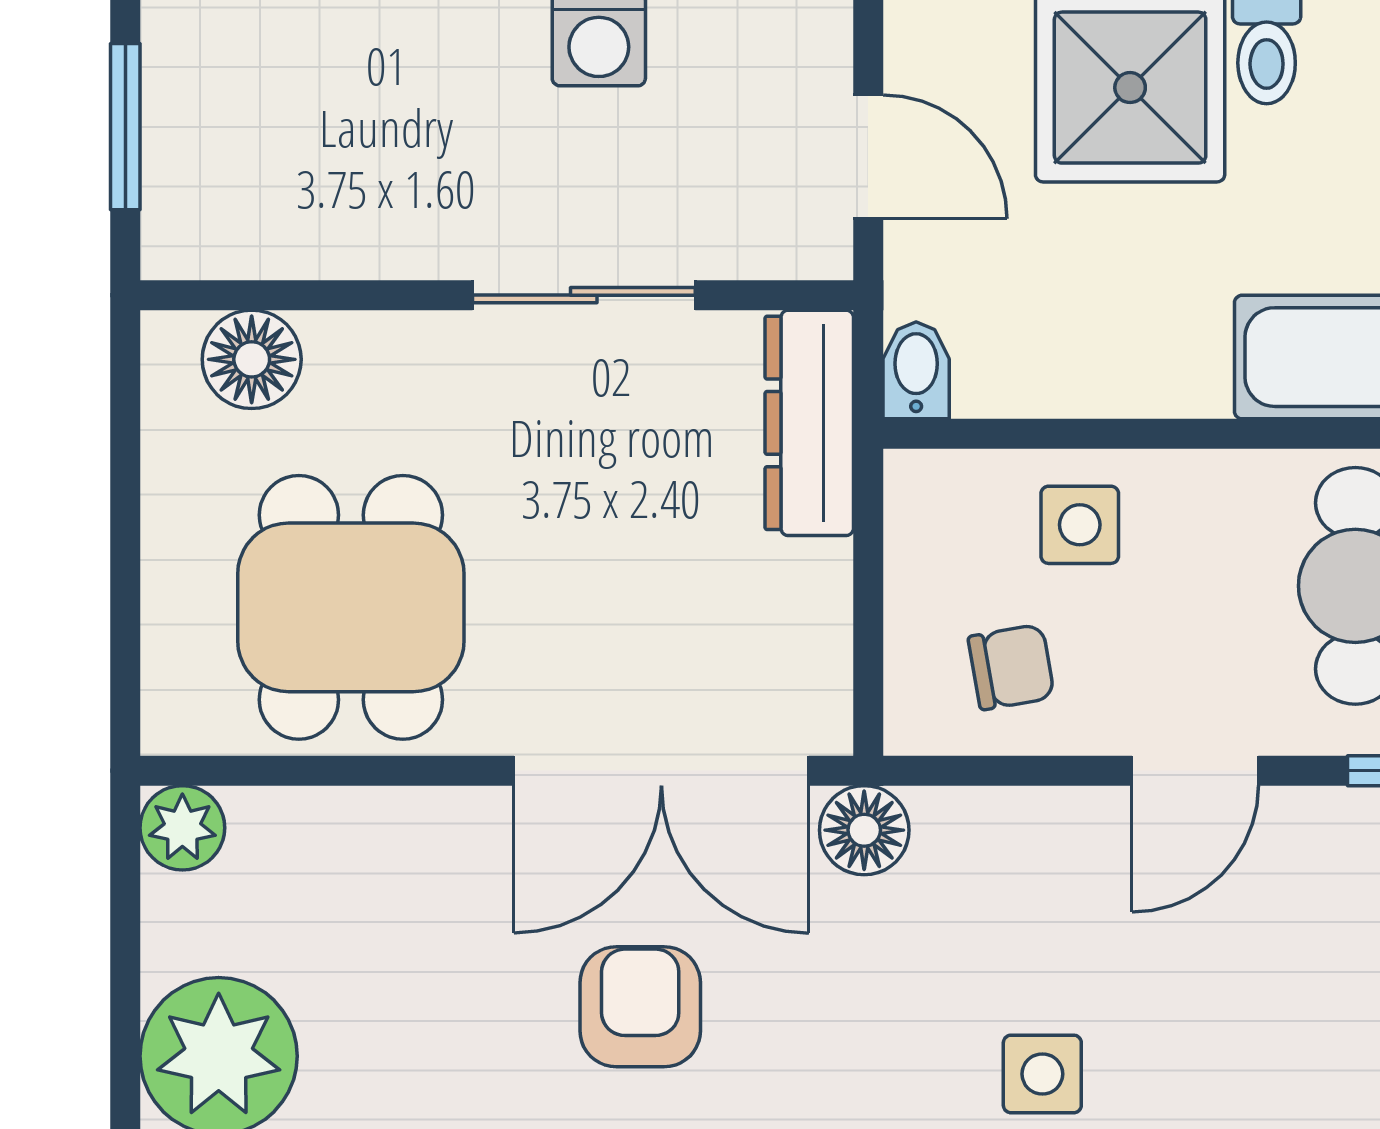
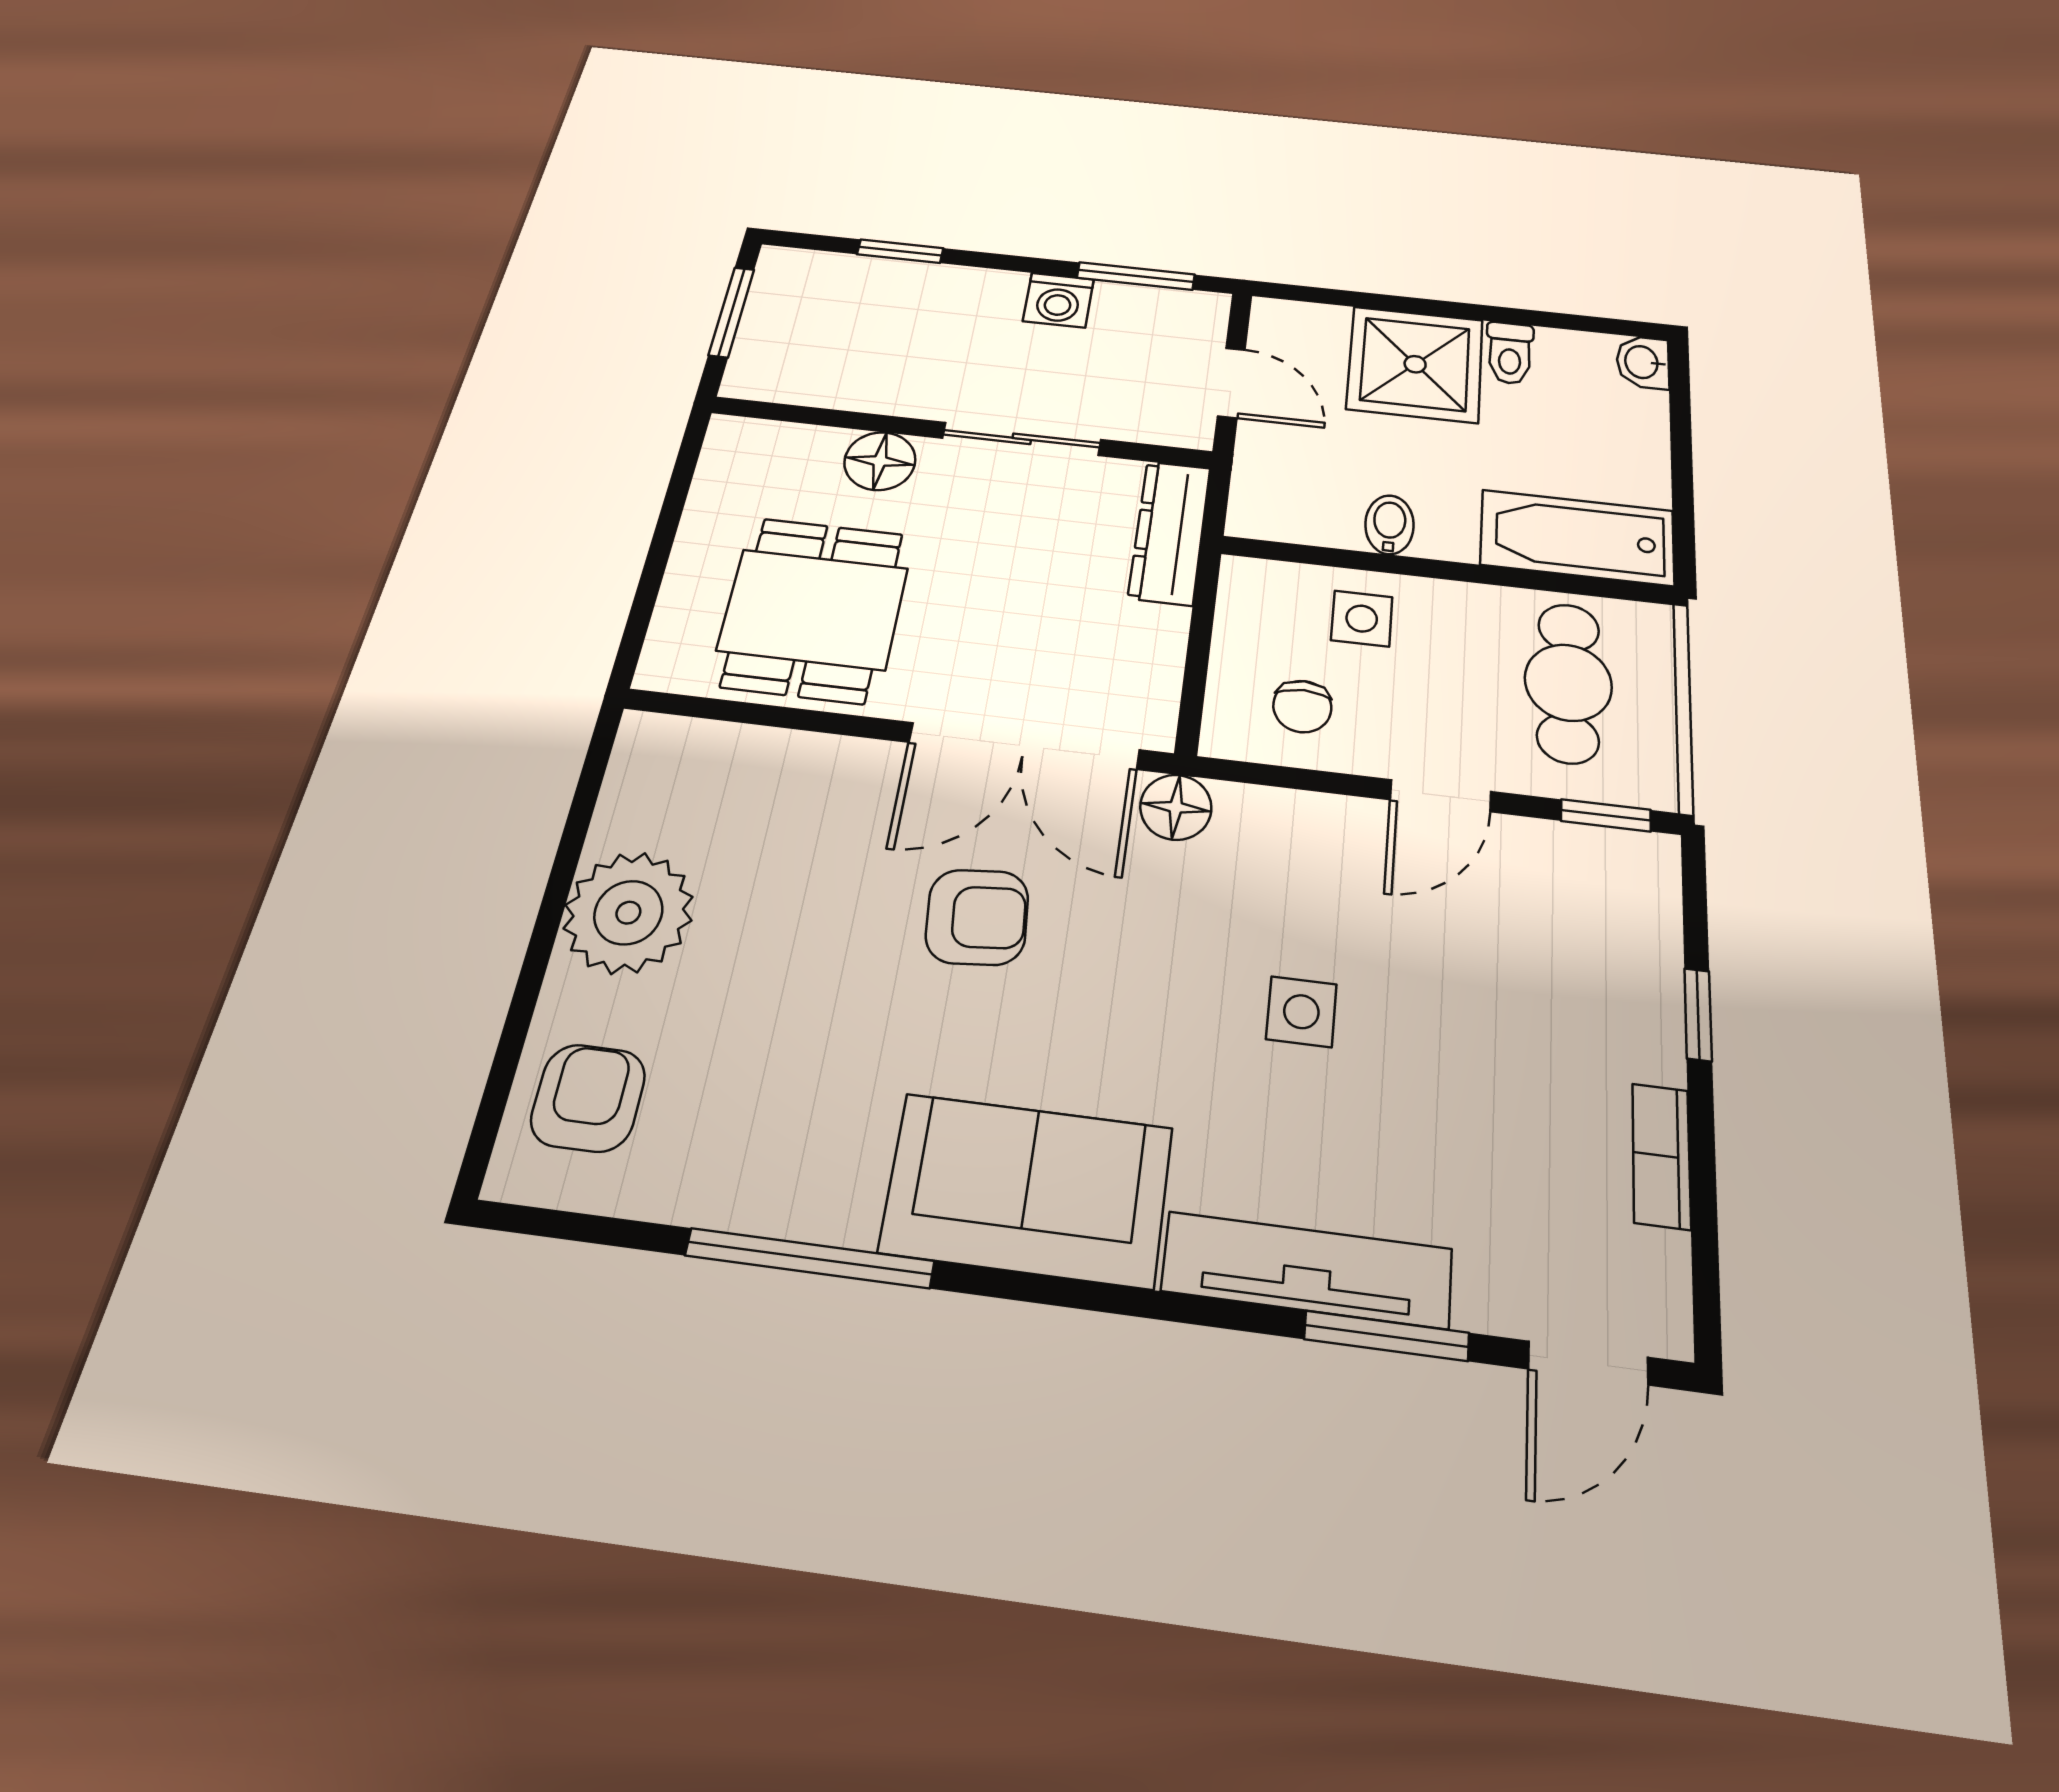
floor lamp: (252, 359) -> (880, 461), moved
bidet: (916, 370) -> (1389, 525), moved
chair: (1011, 667) -> (1302, 707), turned 100
plant: (182, 828) -> (647, 742), removed
armchair: (640, 1007) -> (977, 917), turned 85

